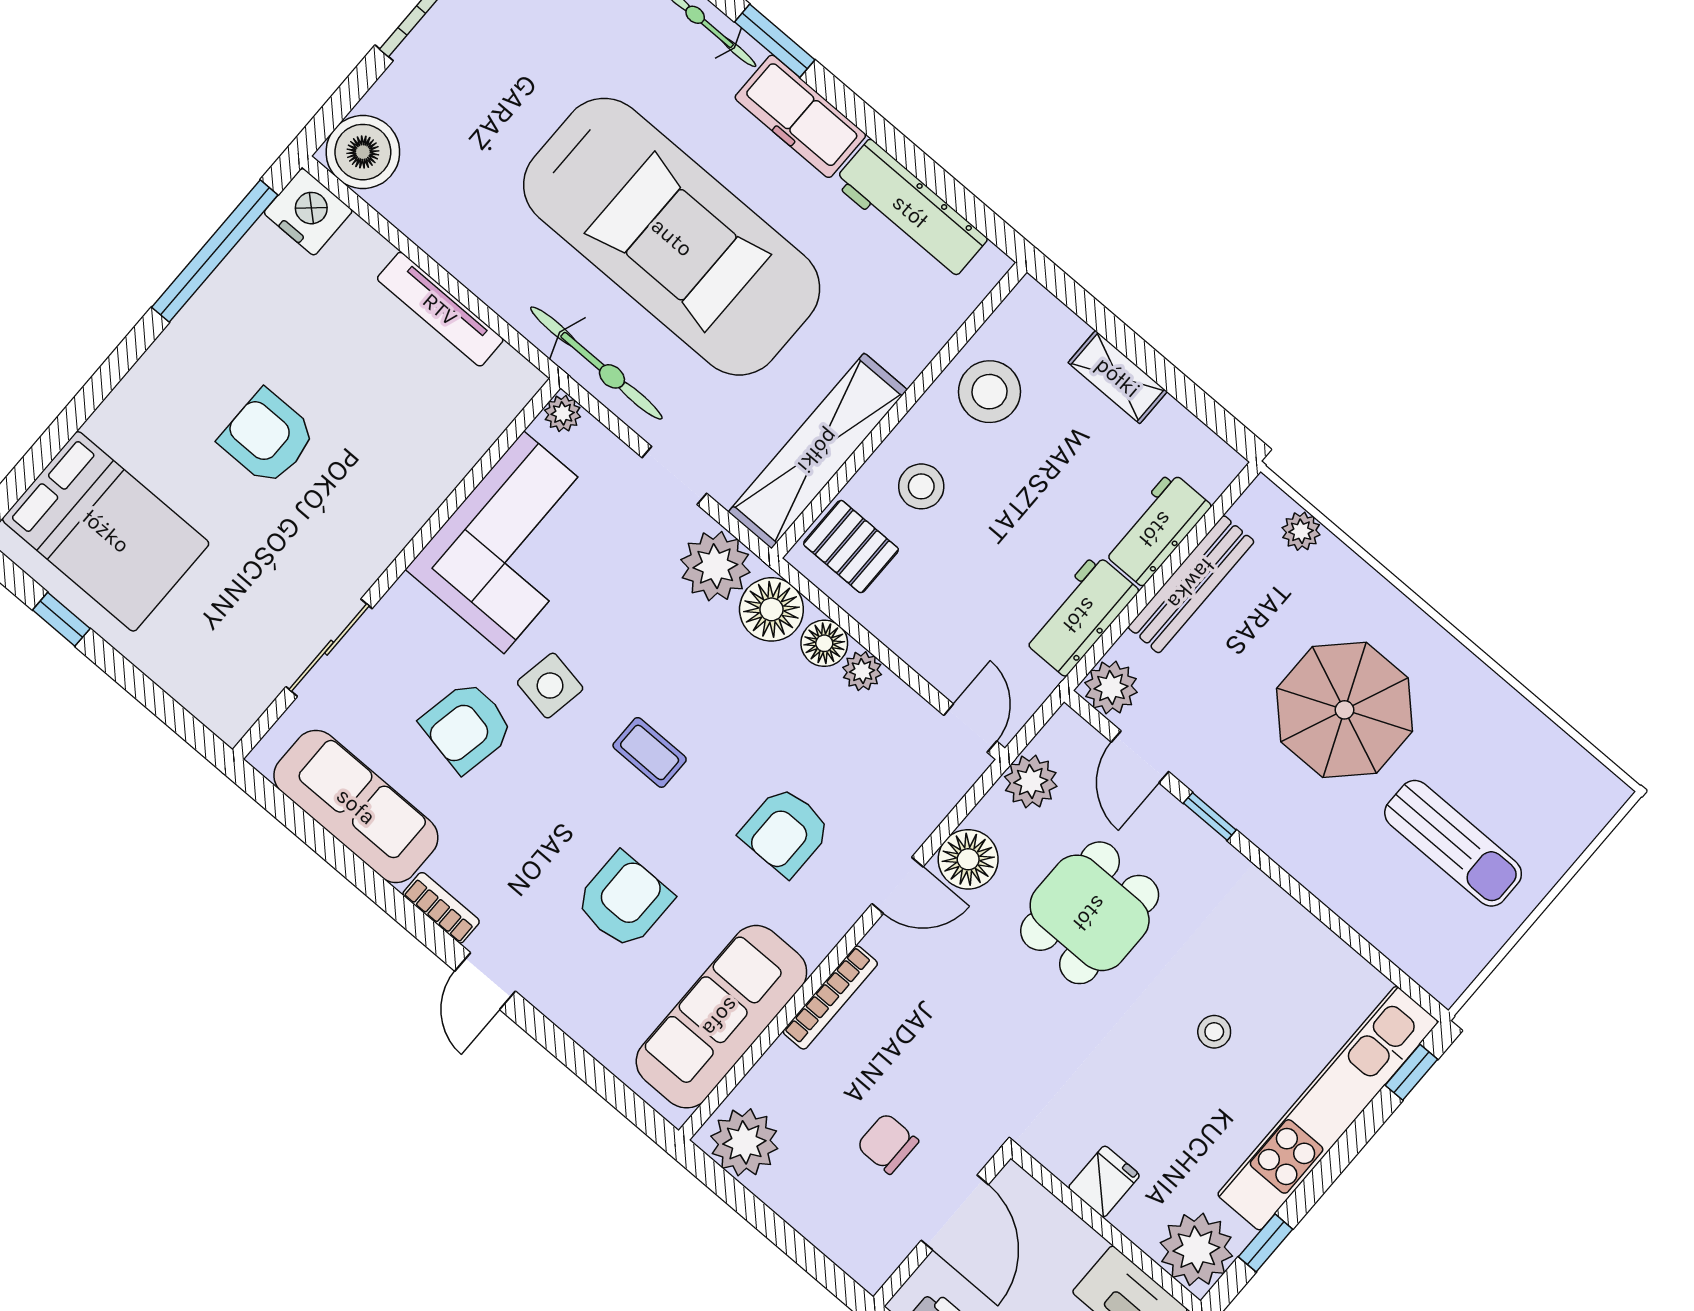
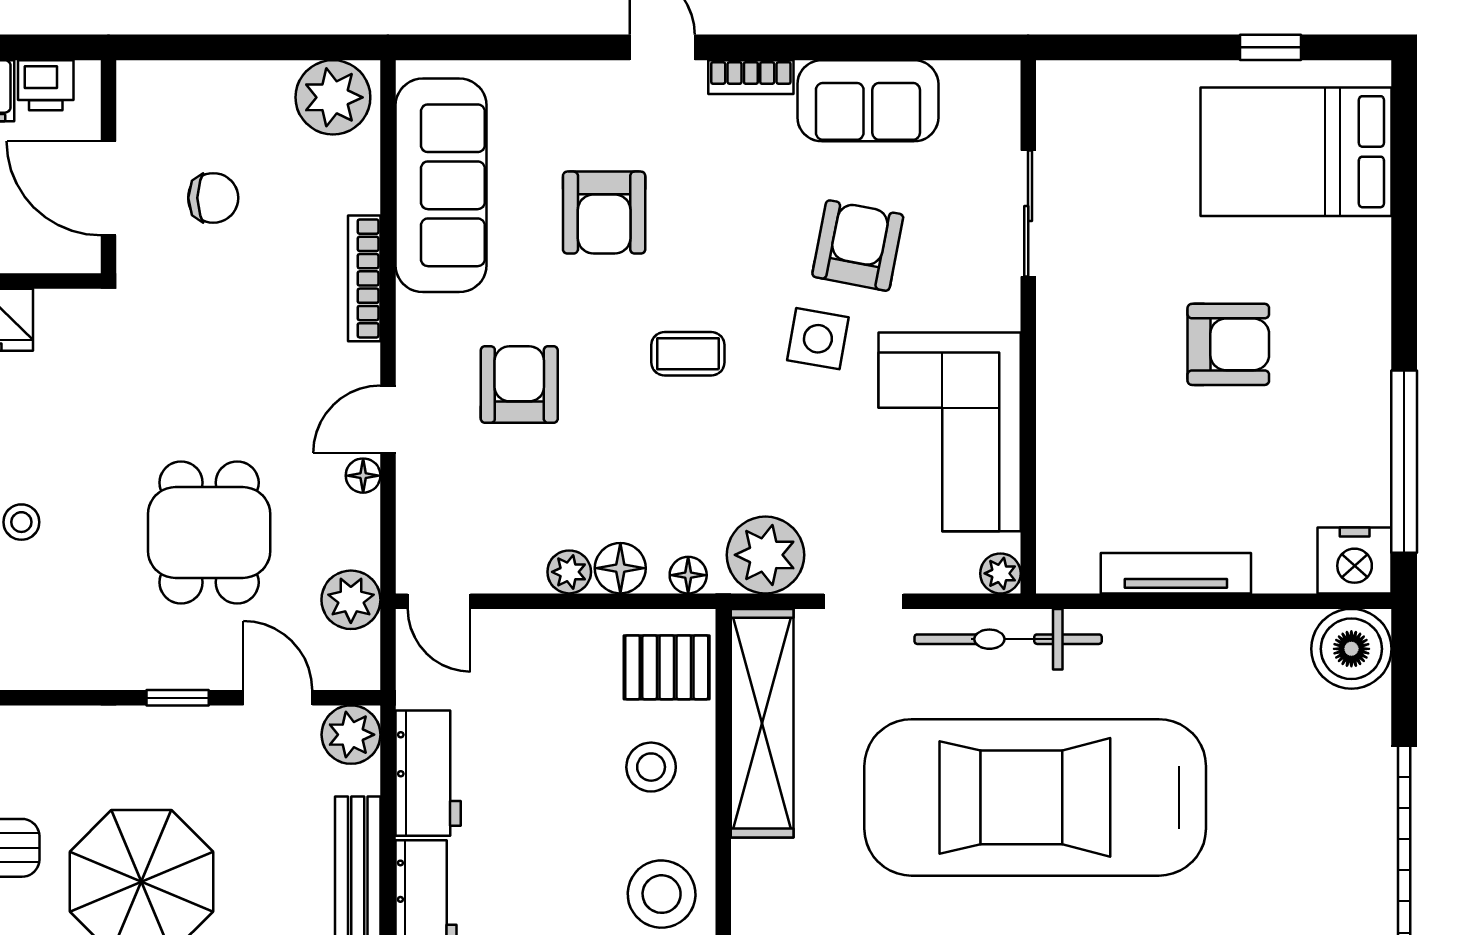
floor lamp: (771, 609) -> (688, 575), width x0.53, depth x0.53
sofa: (356, 806) -> (868, 101), width x0.73
floor lamp: (968, 859) -> (363, 476), width x0.53, depth x0.53

